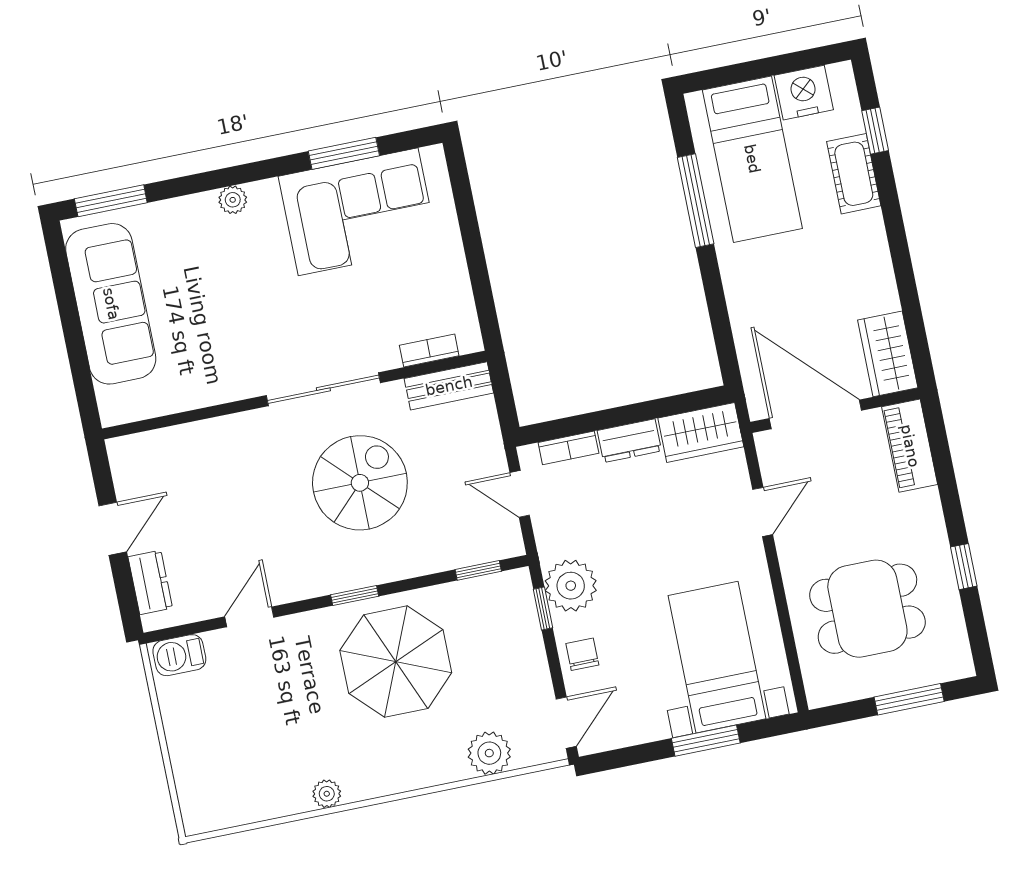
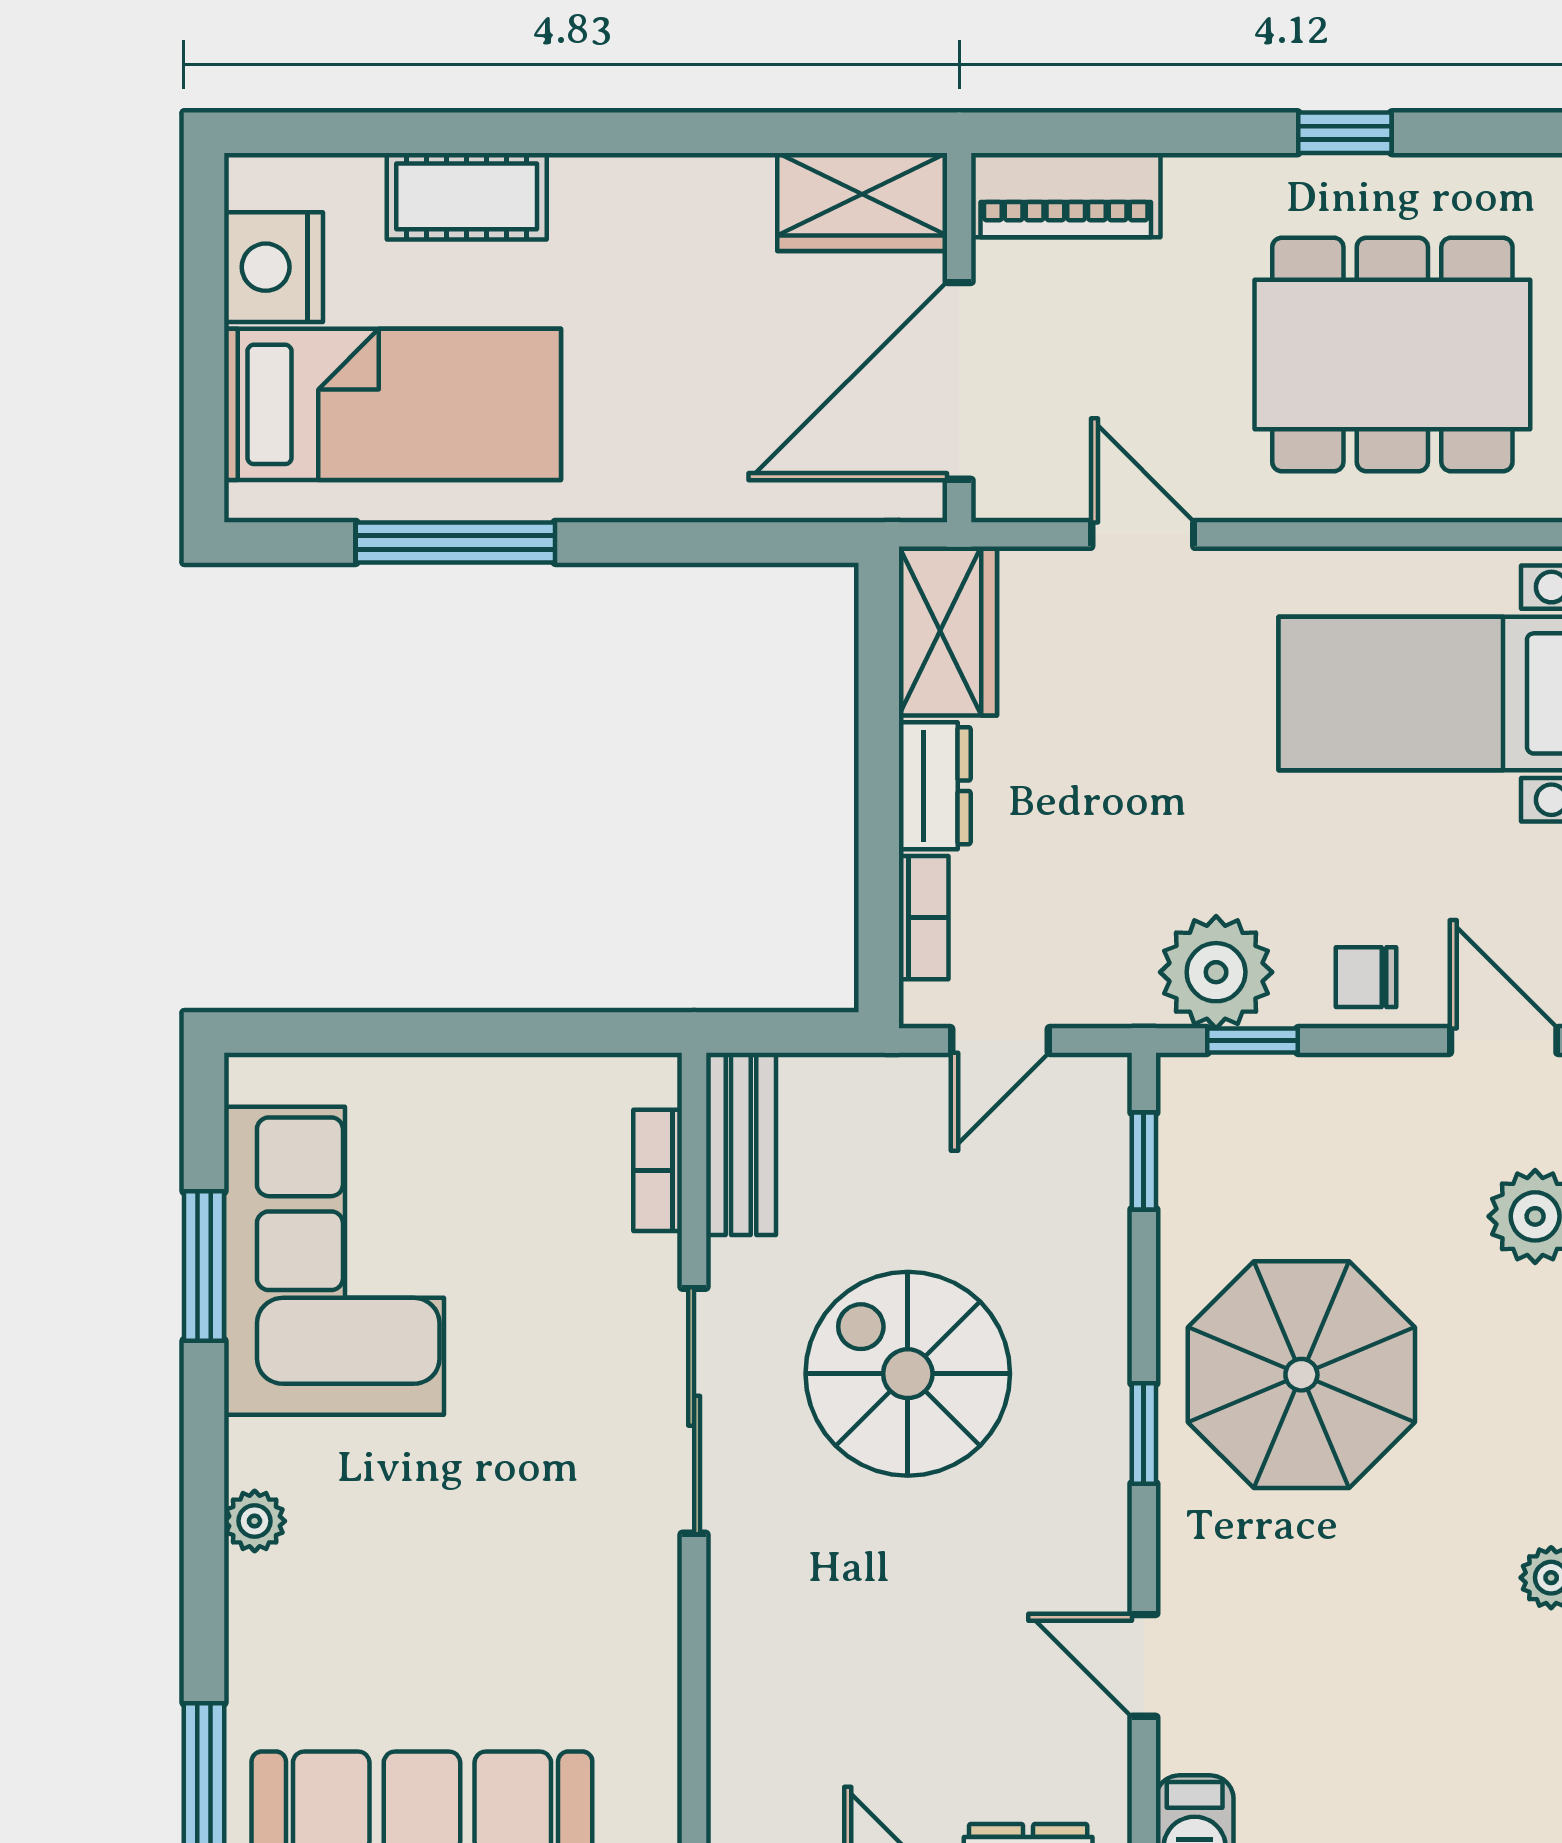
window: (875, 131) -> (385, 133), removed
dining table: (867, 609) -> (1392, 355), width x1.38

